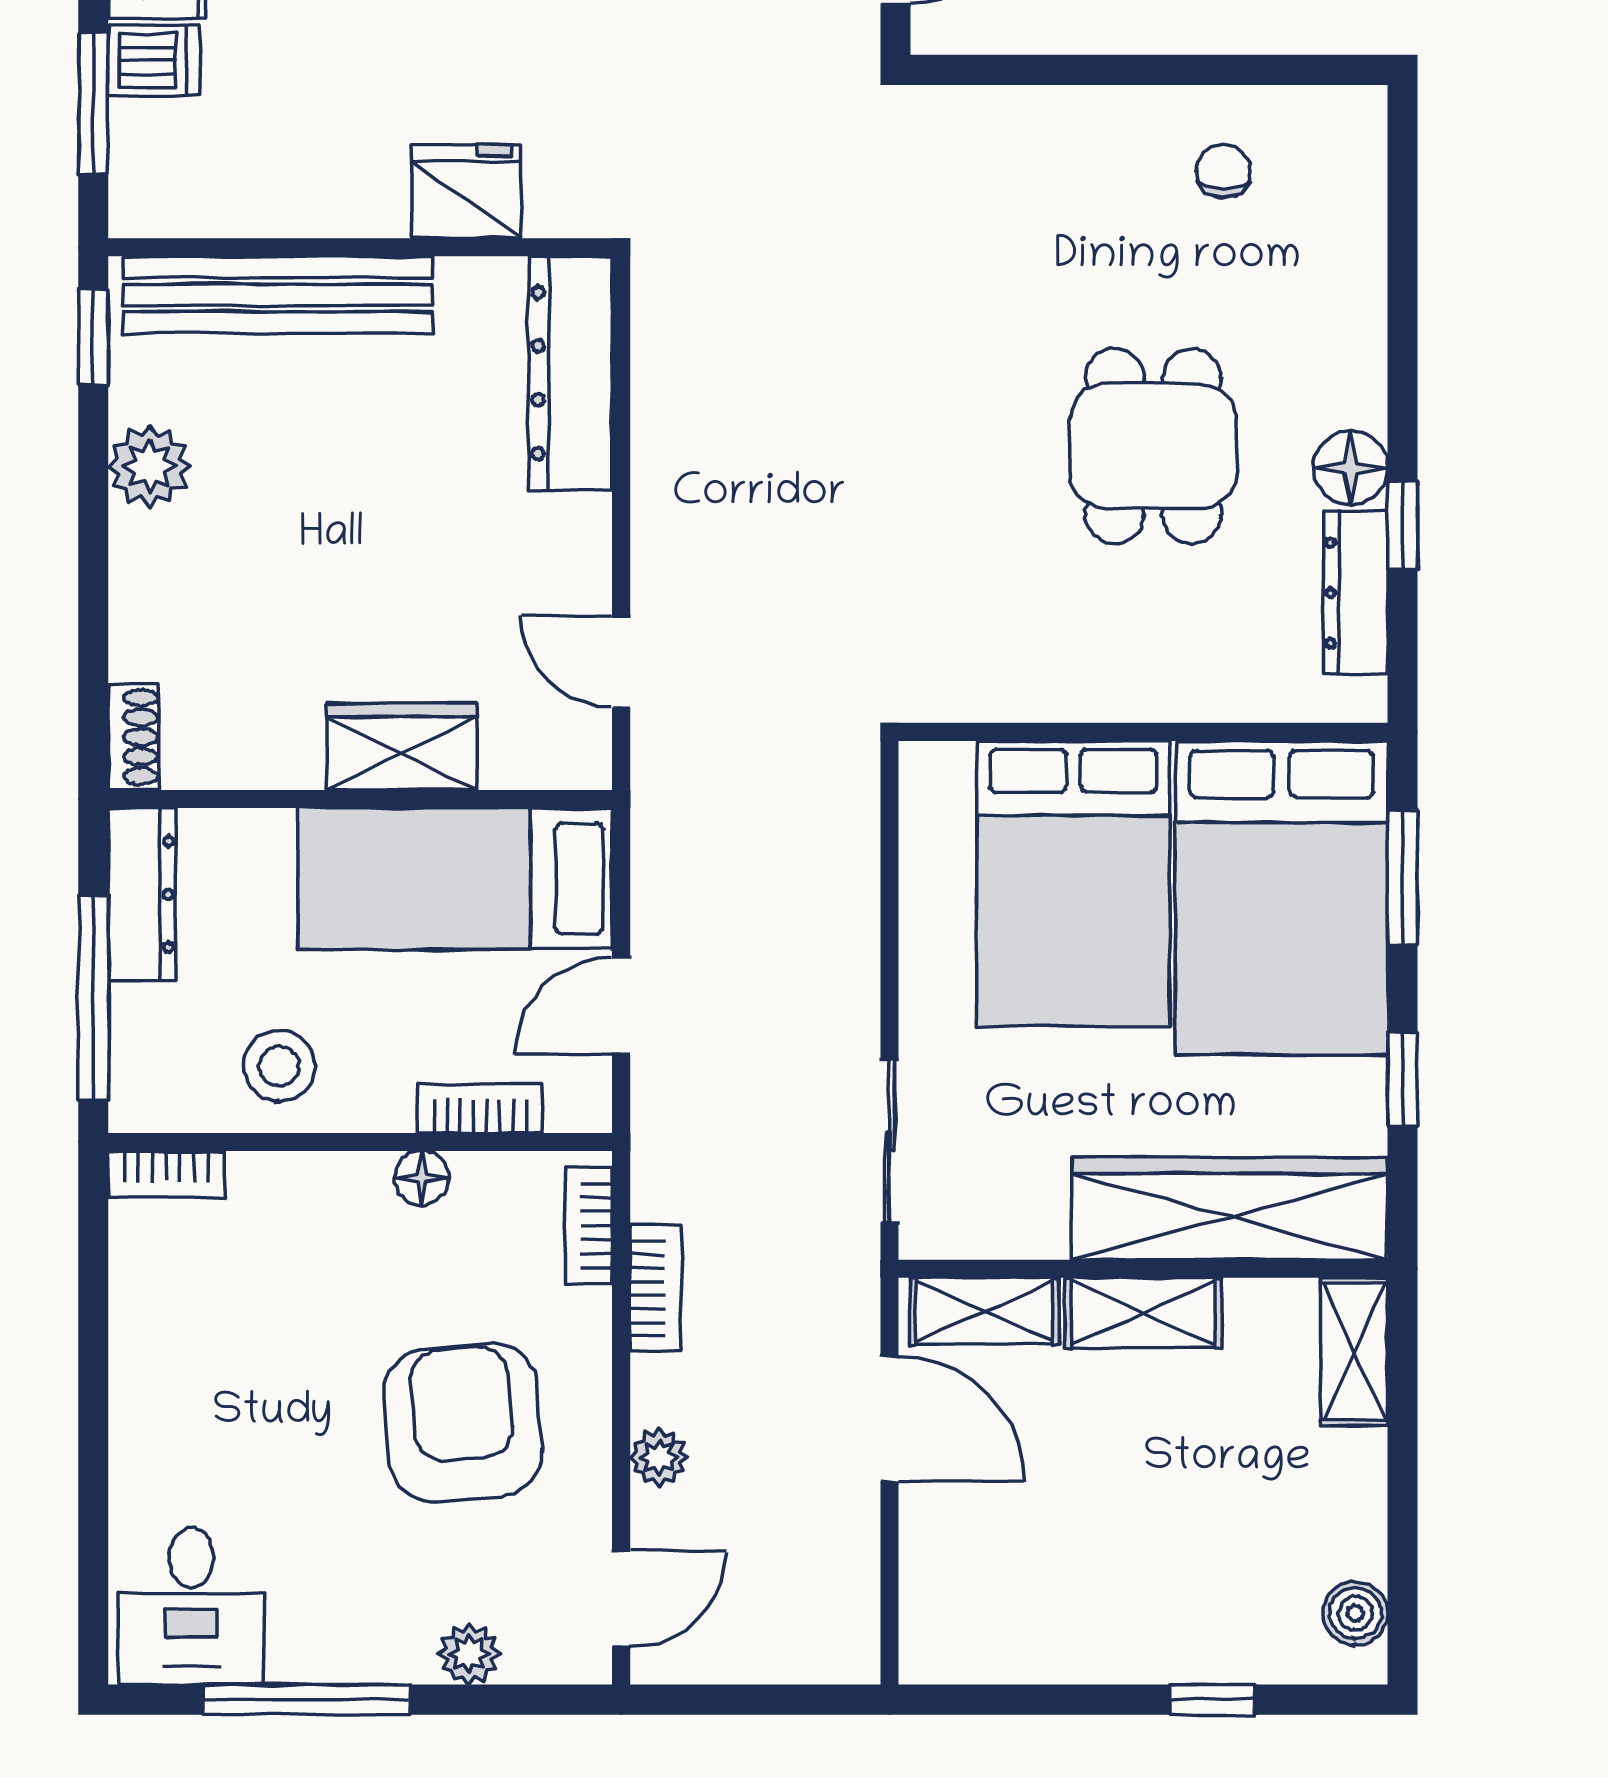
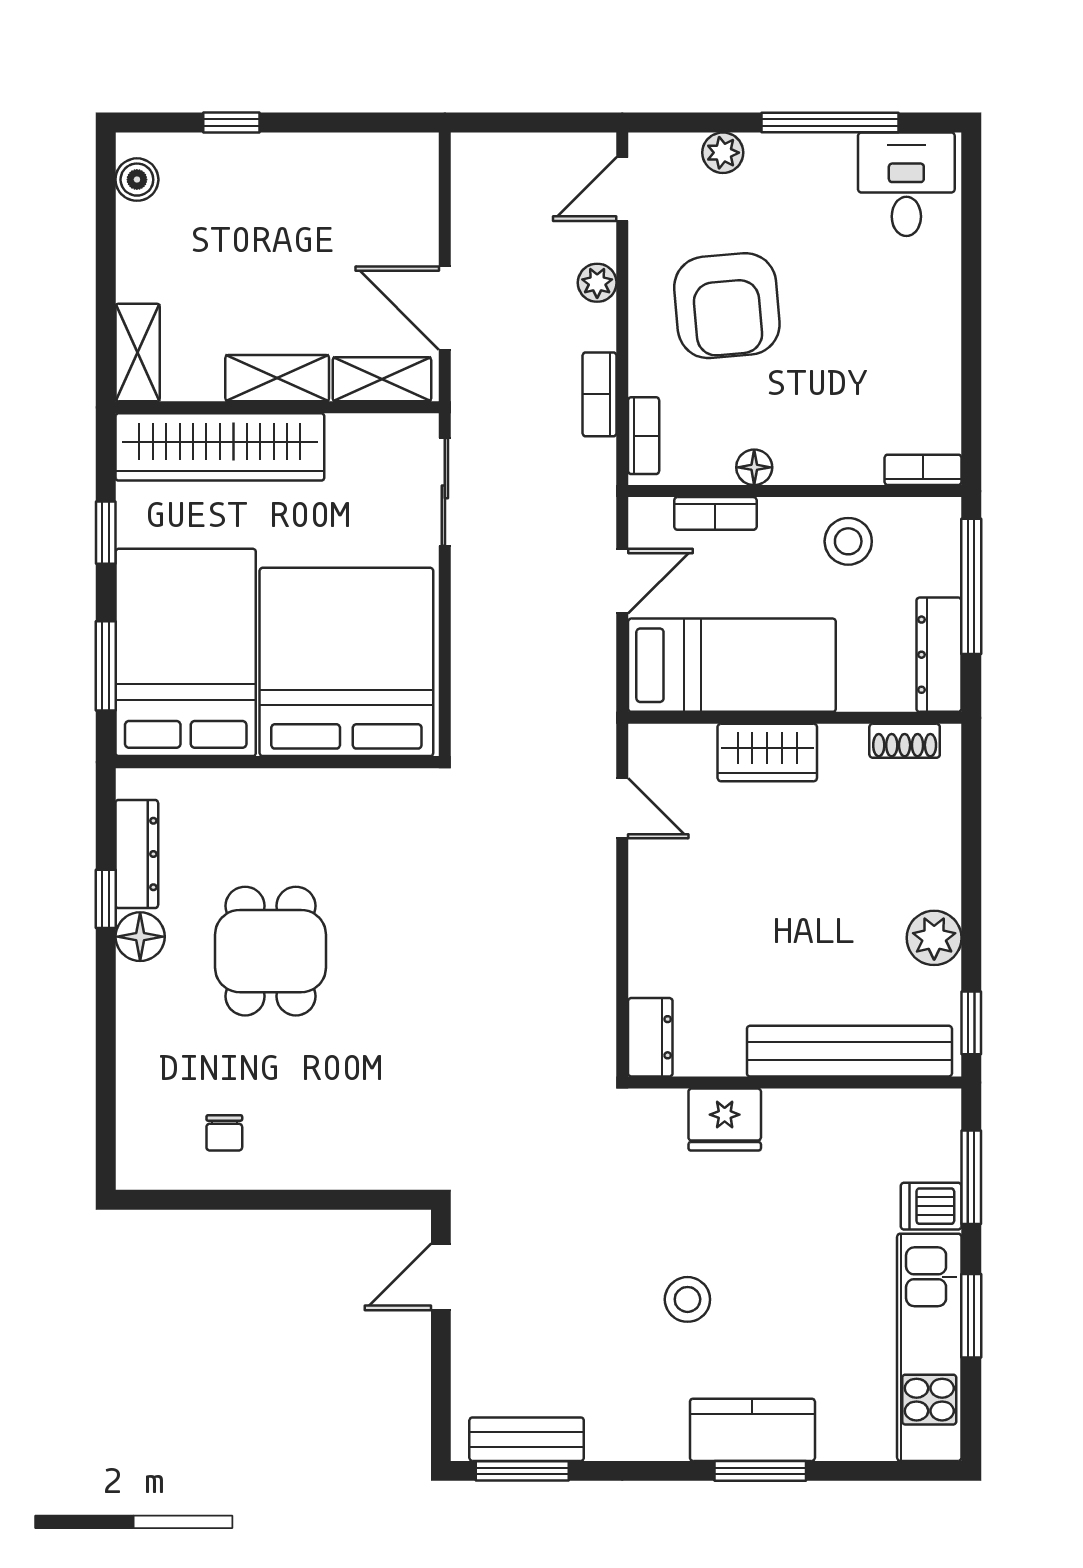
dresser: (571, 373) -> (650, 1037), width x0.51, depth x0.80
shoe rack: (134, 737) -> (905, 741), moved, turned -90
bed: (1073, 883) -> (346, 662), width x1.36

